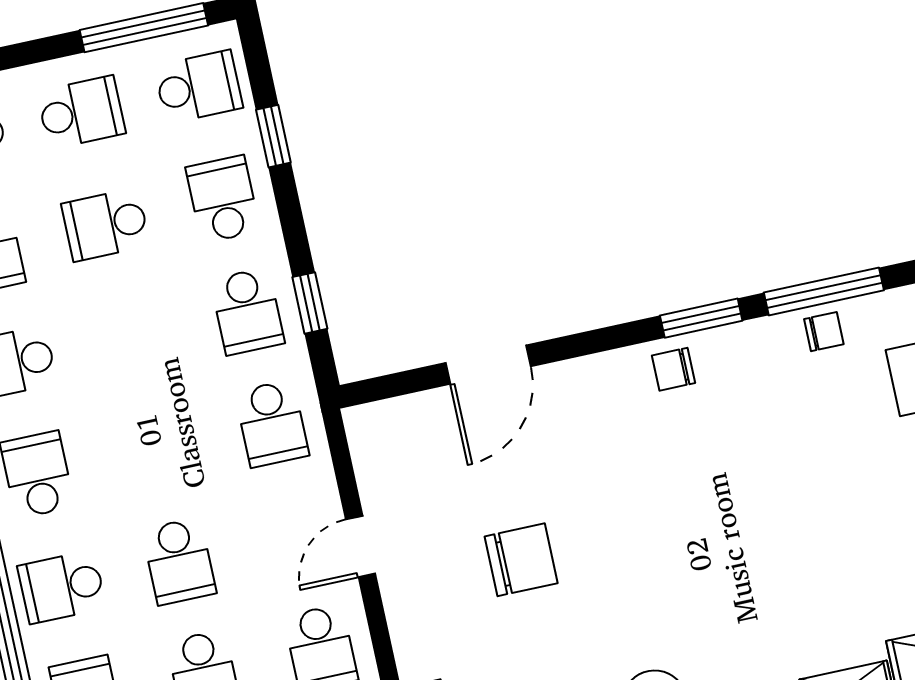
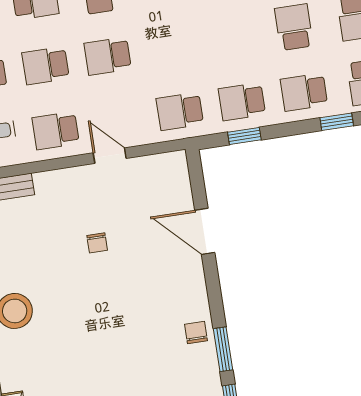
school desk: (223, 199) -> (304, 92), turned 180
chair: (521, 560) -> (97, 243), width x0.54, depth x0.54

